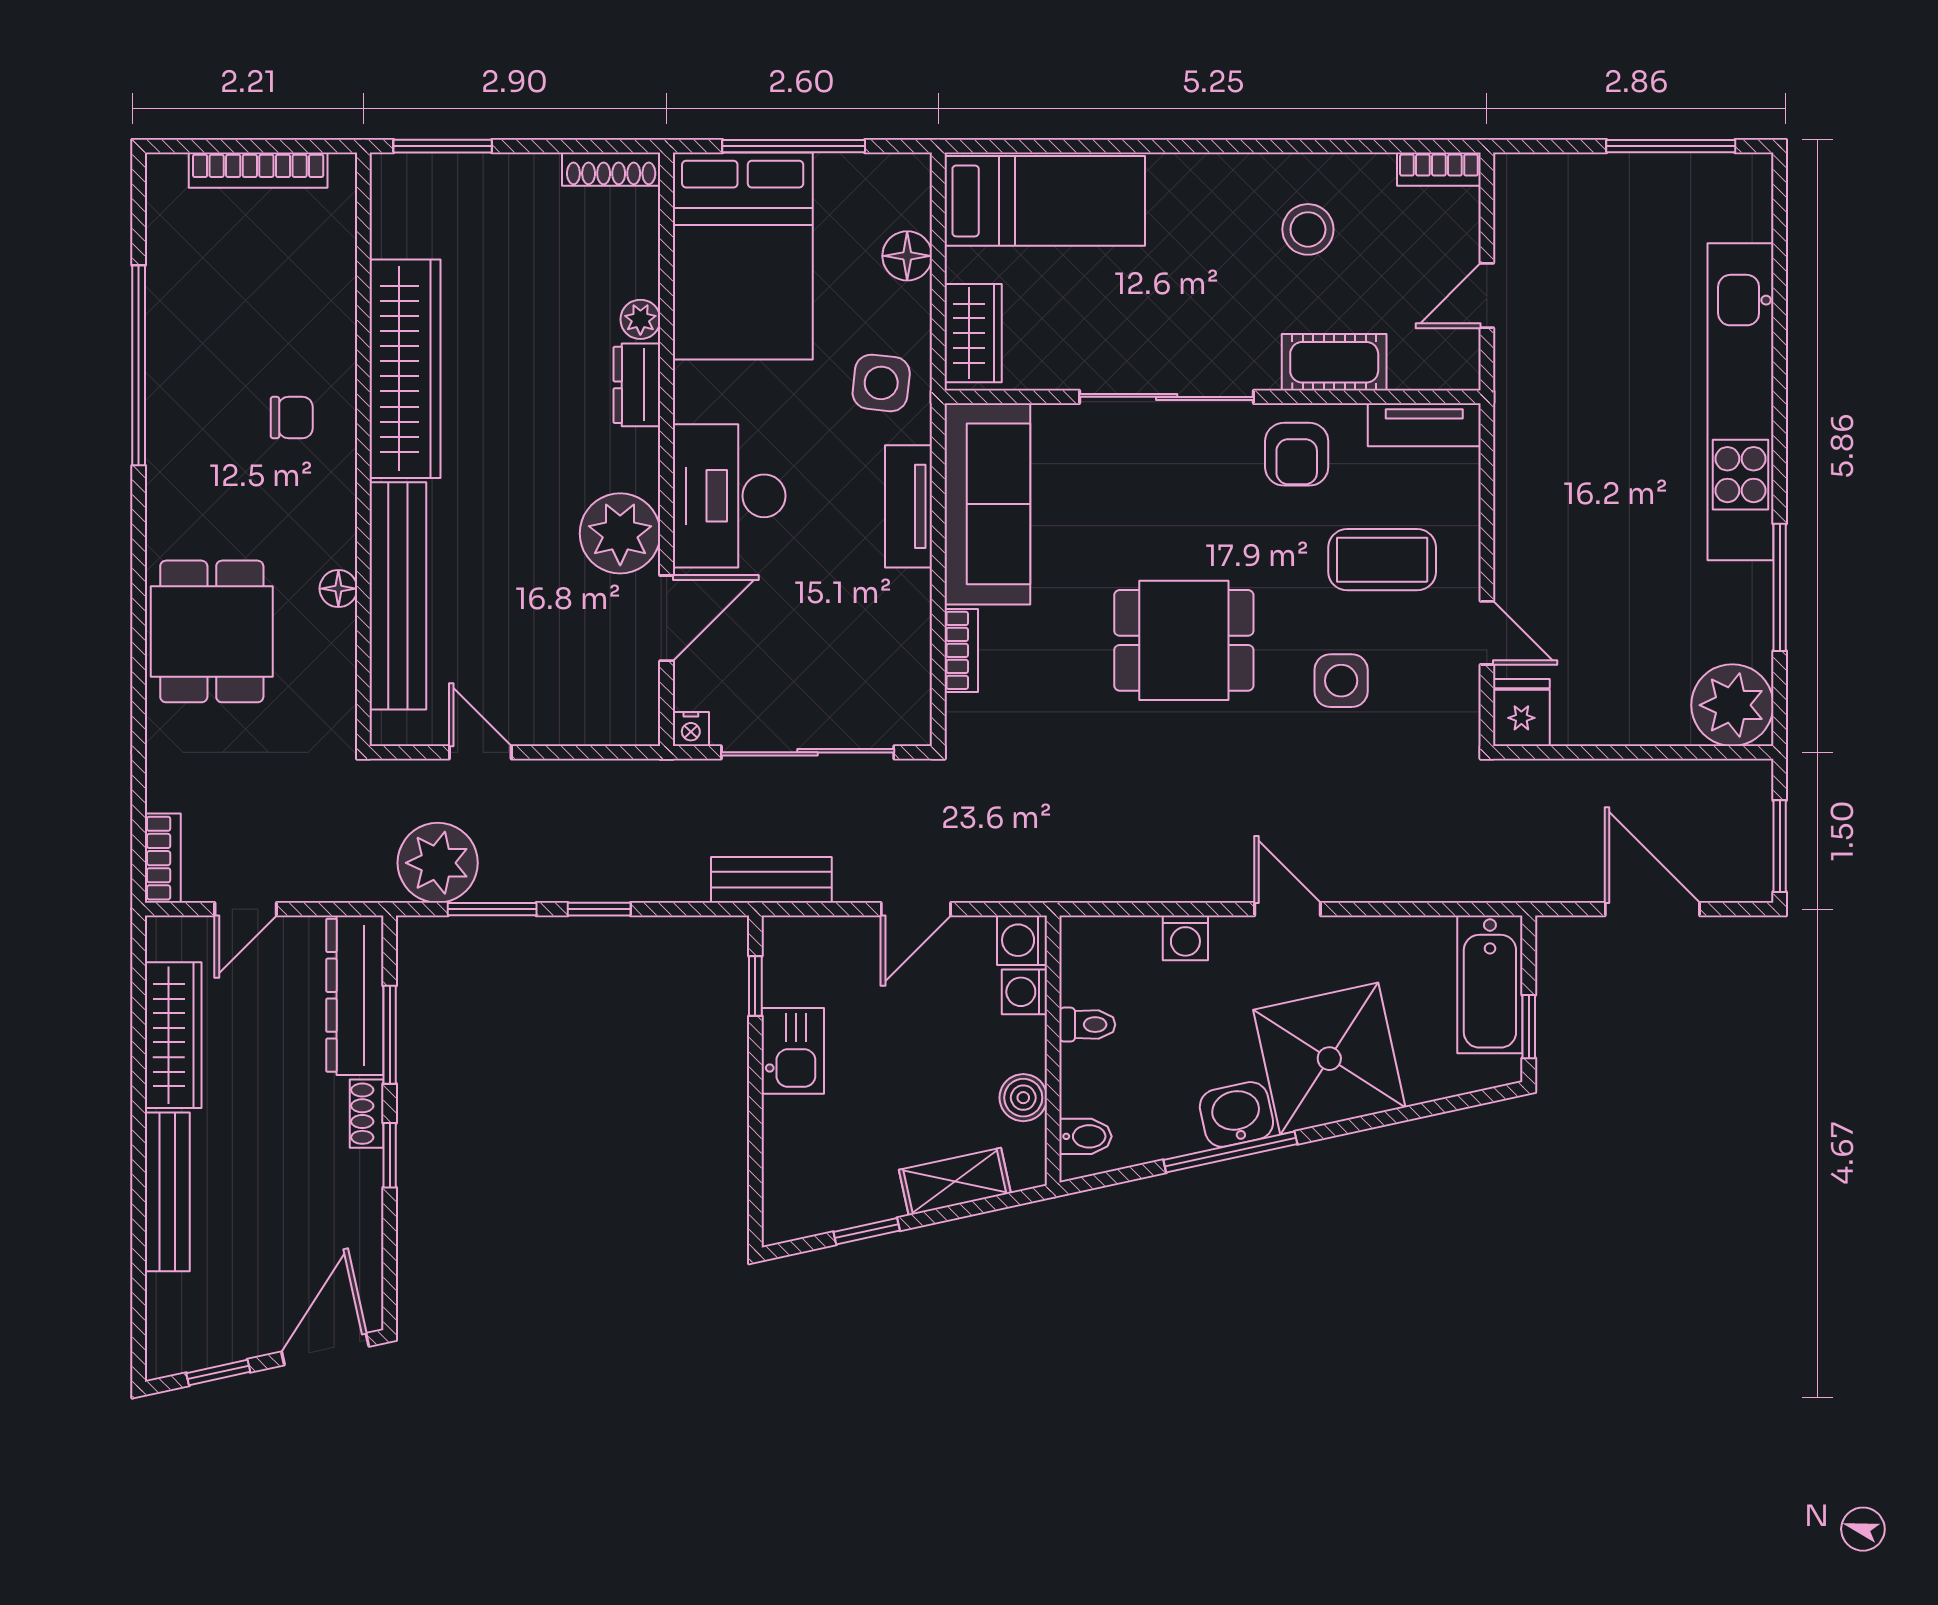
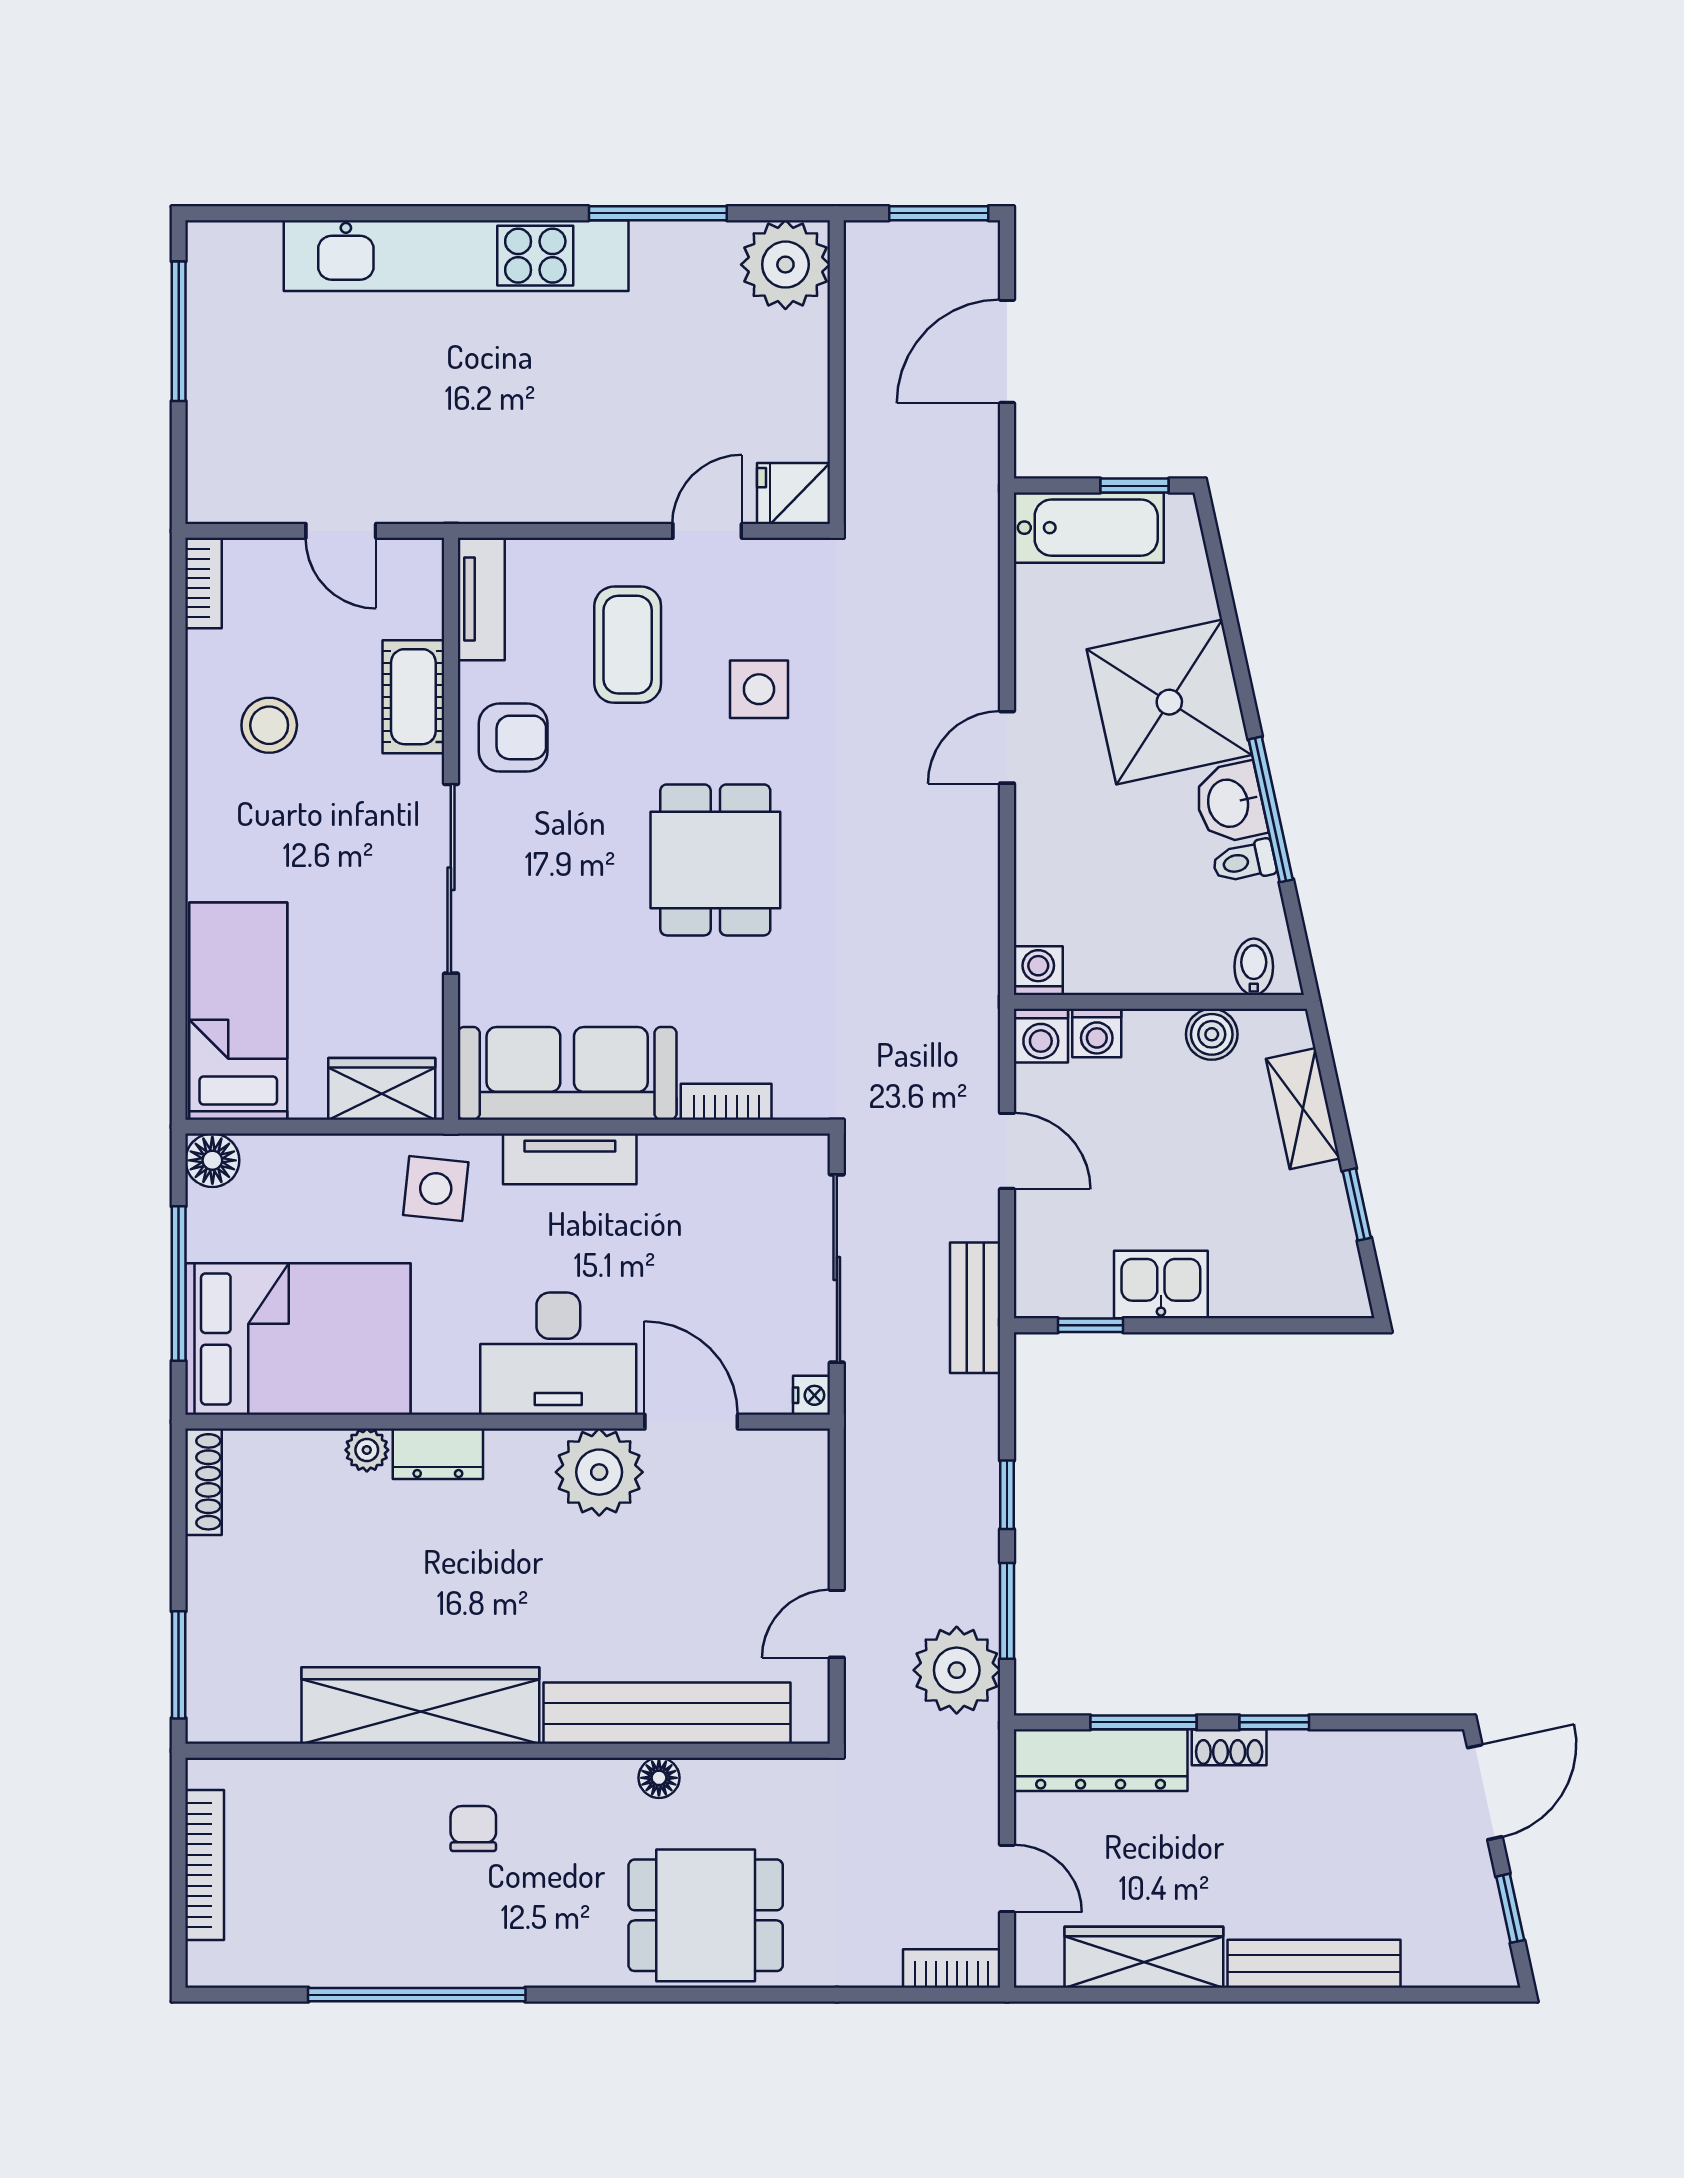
floor lamp: (907, 256) -> (212, 1160), moved
washing machine: (1185, 938) -> (1038, 971), moved, turned -90
toilet: (1087, 1025) -> (1244, 862), moved, turned -102
door: (325, 1349) -> (1485, 1792), swing flipped

